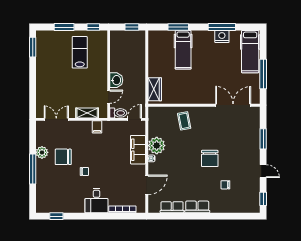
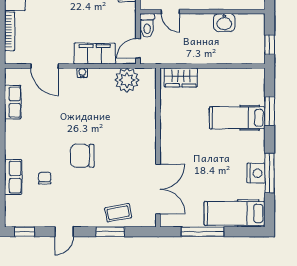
washbasin: (116, 80) -> (224, 22), moved
door: (134, 119) -> (138, 48), swing flipped
coffee table: (184, 121) -> (118, 213), moved
plant: (157, 146) -> (127, 80), moved
row of seats: (197, 207) -> (13, 177), moved

